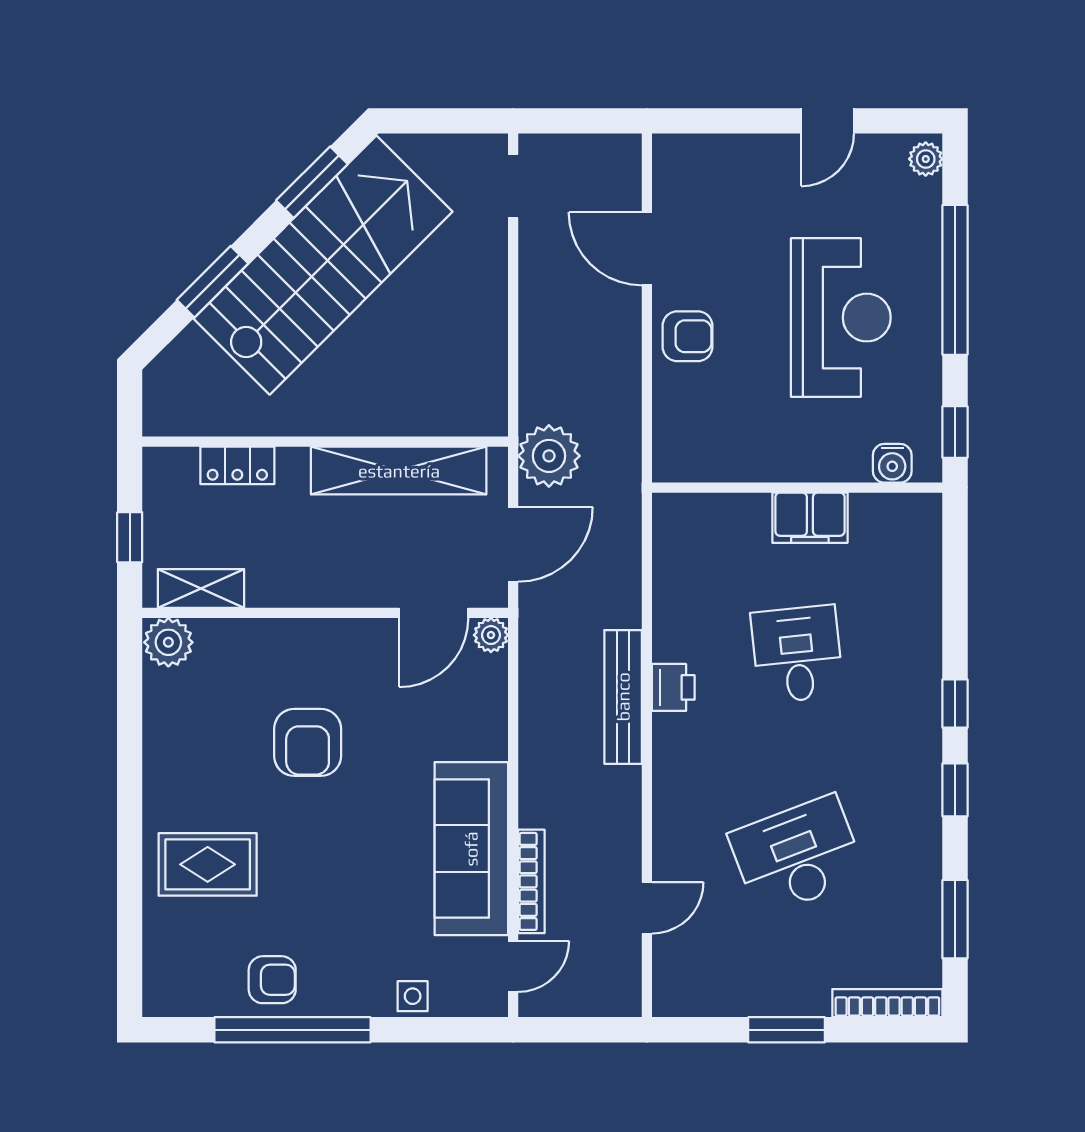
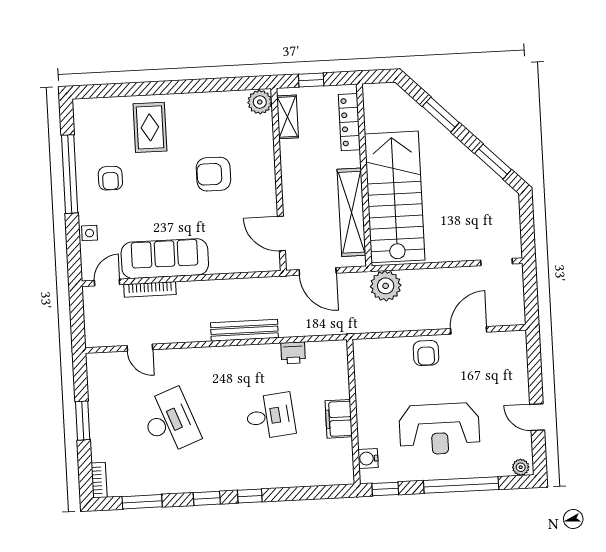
stairs: (323, 265) -> (395, 197), moved, turned -135
plant: (549, 456) -> (386, 286), moved
locker: (237, 465) -> (349, 122), width x1.53
plant: (491, 635) -> (272, 263), removed
printer: (673, 687) -> (293, 353), moved
door: (513, 966) -> (107, 282), swing flipped
armchair: (272, 980) -> (110, 178), moved
bookcase: (887, 1003) -> (99, 480), width x0.64

